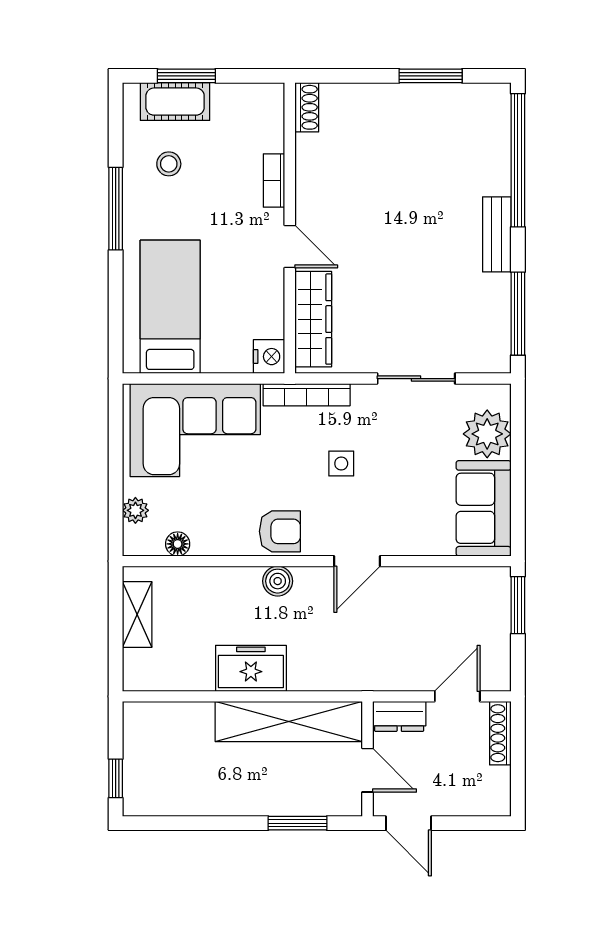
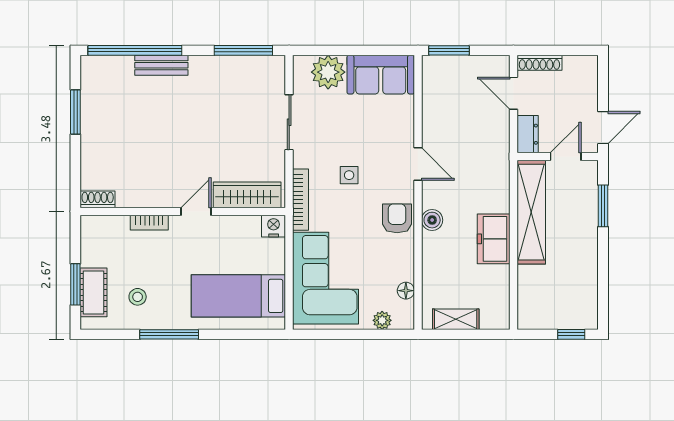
bench: (497, 234) -> (161, 65), moved

